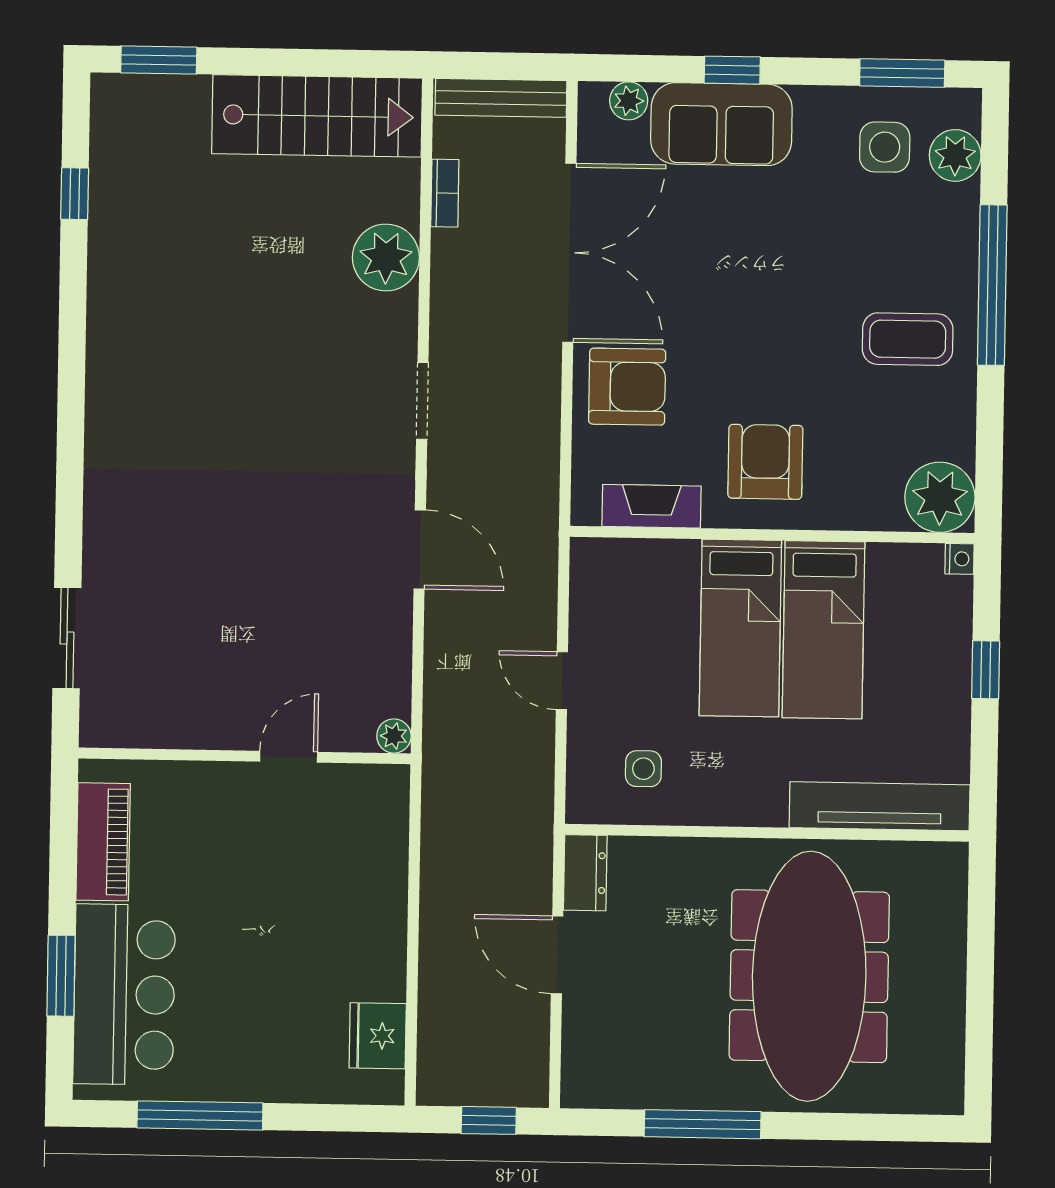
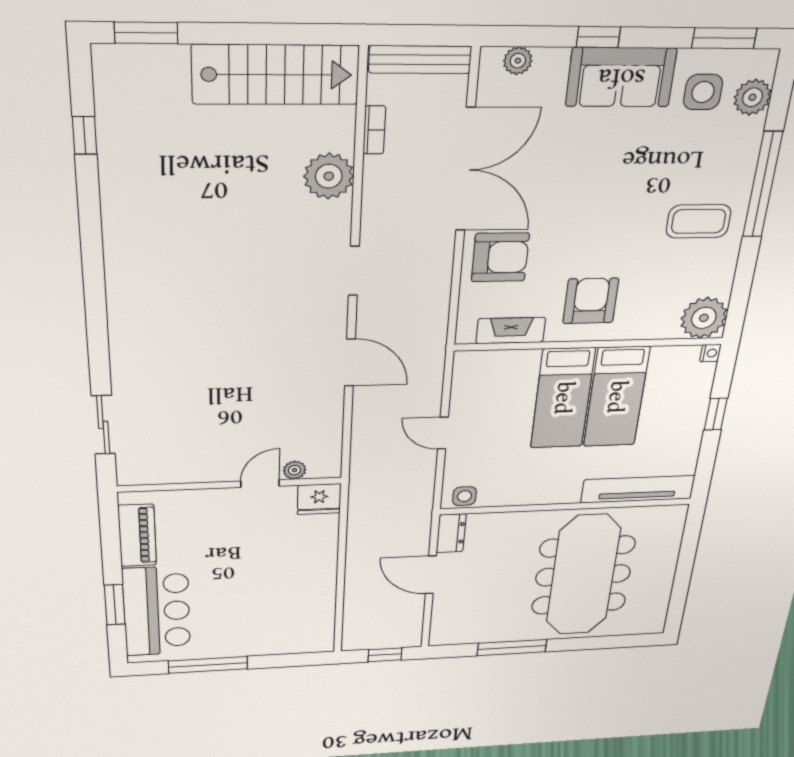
sofa: (721, 124) -> (621, 77), moved
plant: (394, 736) -> (295, 470), moved
side table: (643, 769) -> (465, 496), moved
fridge: (378, 1036) -> (319, 499), moved, turned -90

